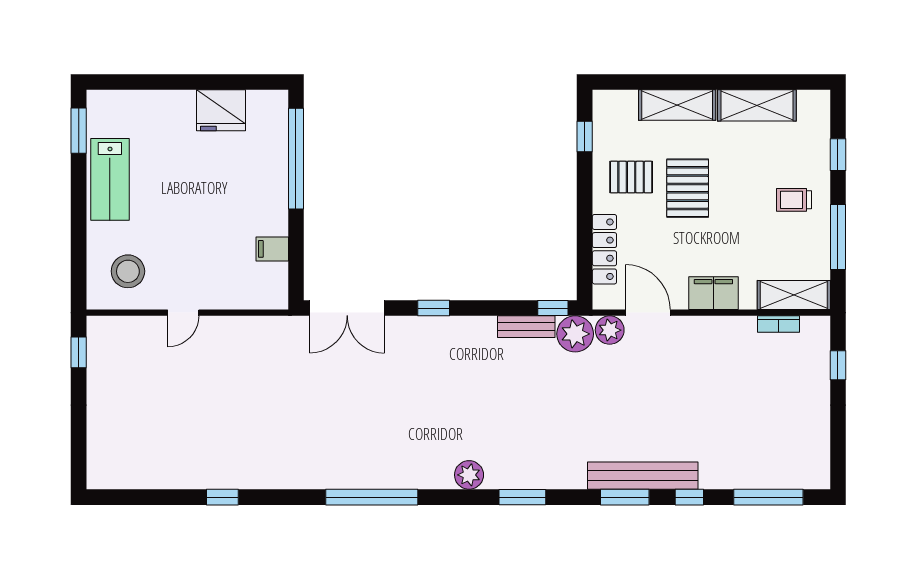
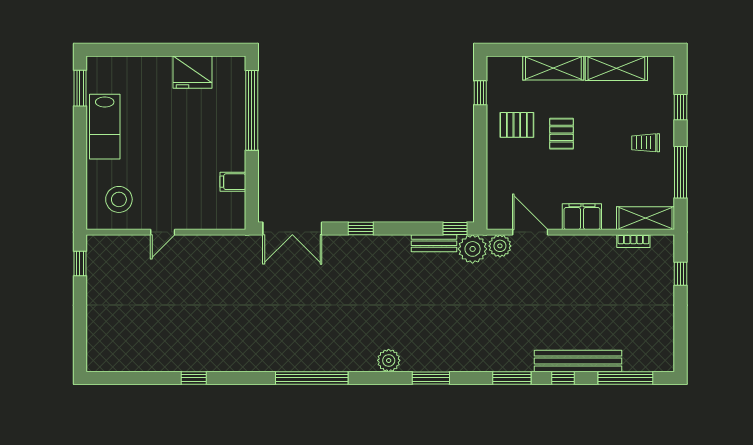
pallet: (688, 188) -> (562, 134), width x0.67, depth x0.71
locker: (604, 249) -> (496, 182), removed
bench: (643, 476) -> (578, 361), moved

